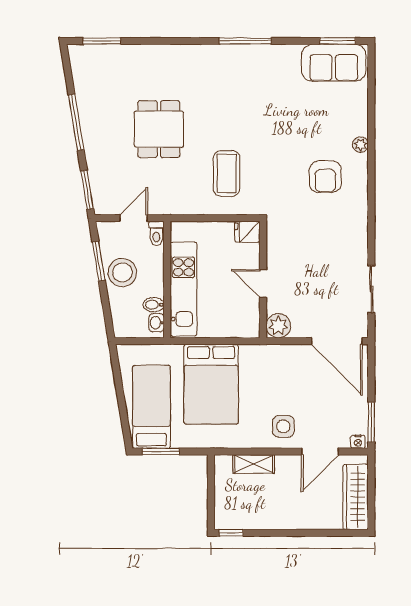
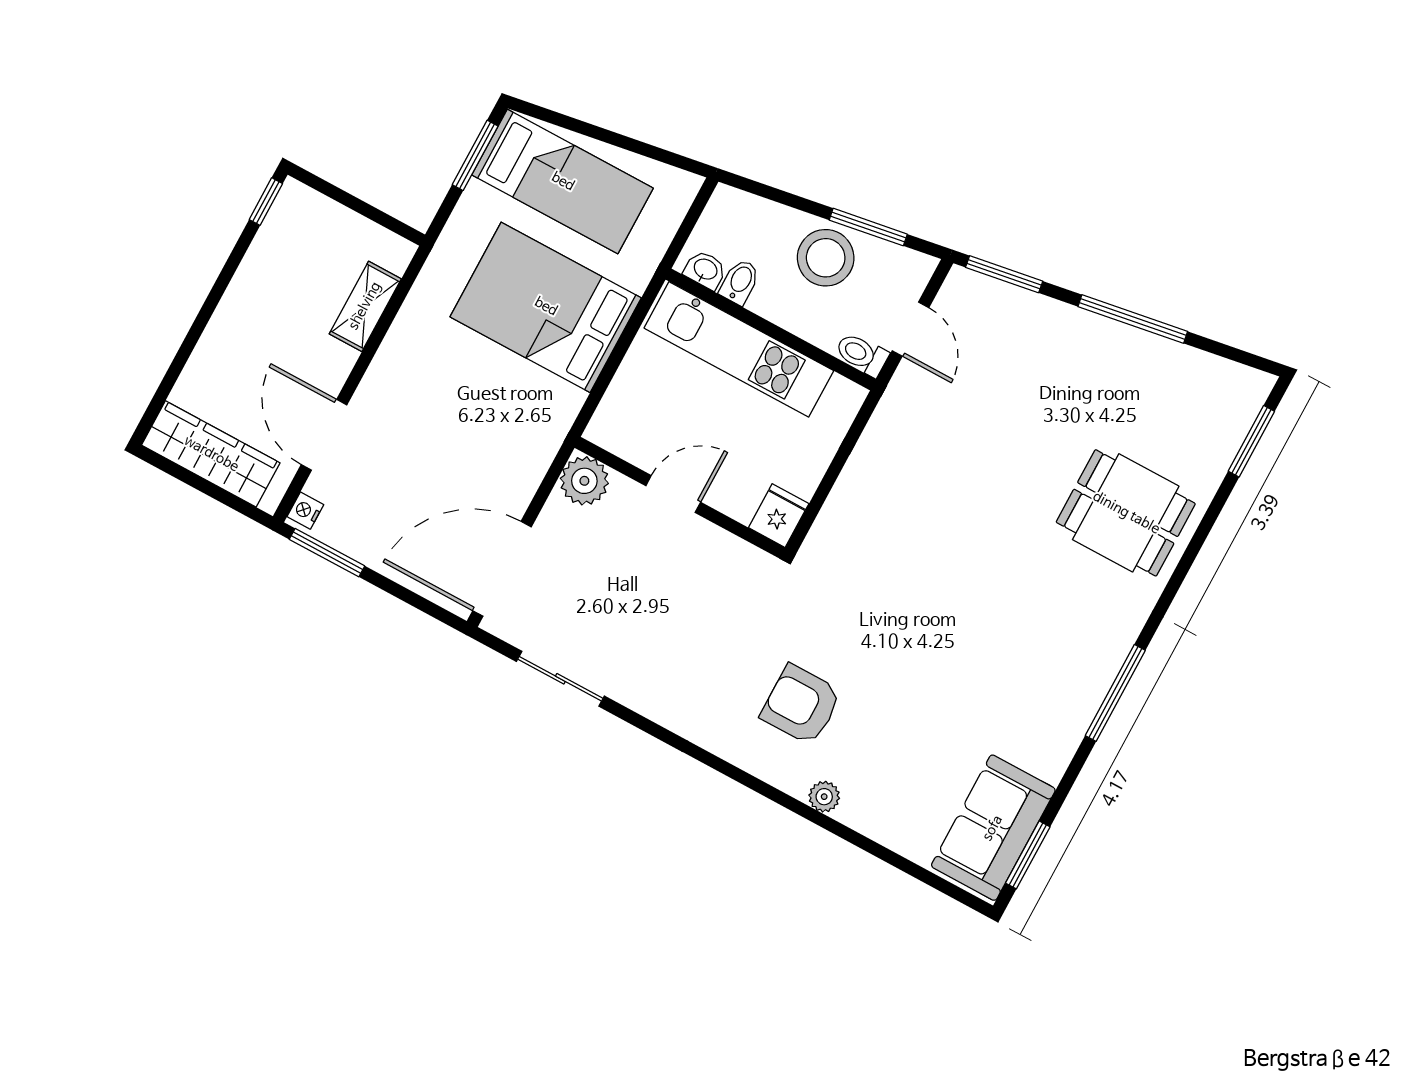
dining table: (159, 129) -> (1126, 513), moved
coffee table: (227, 173) -> (901, 535), removed
side table: (283, 426) -> (403, 394), removed

